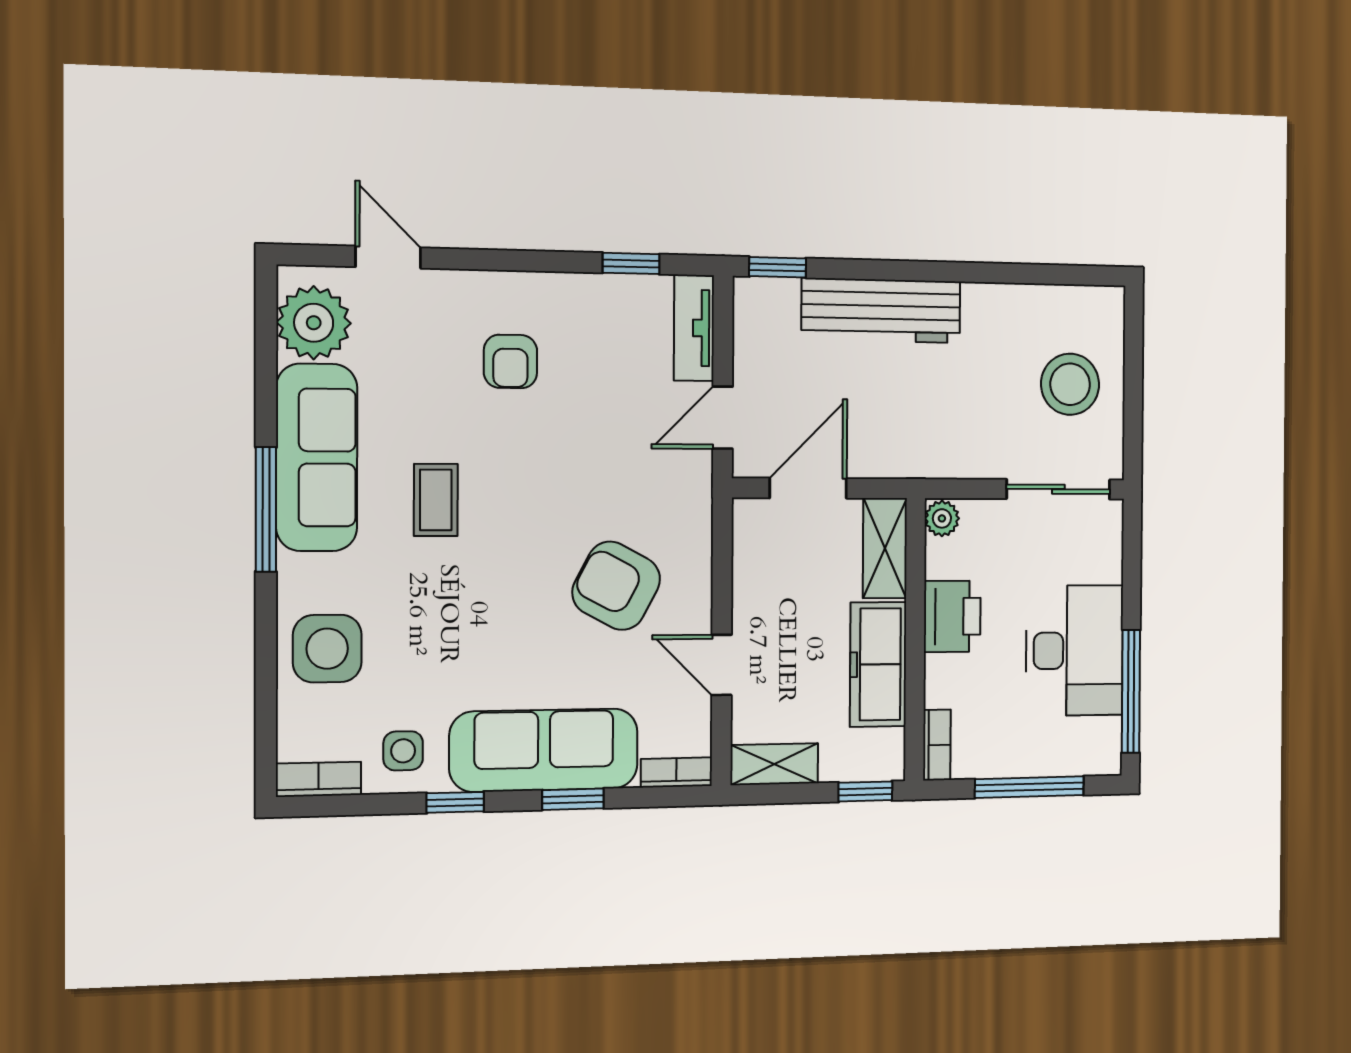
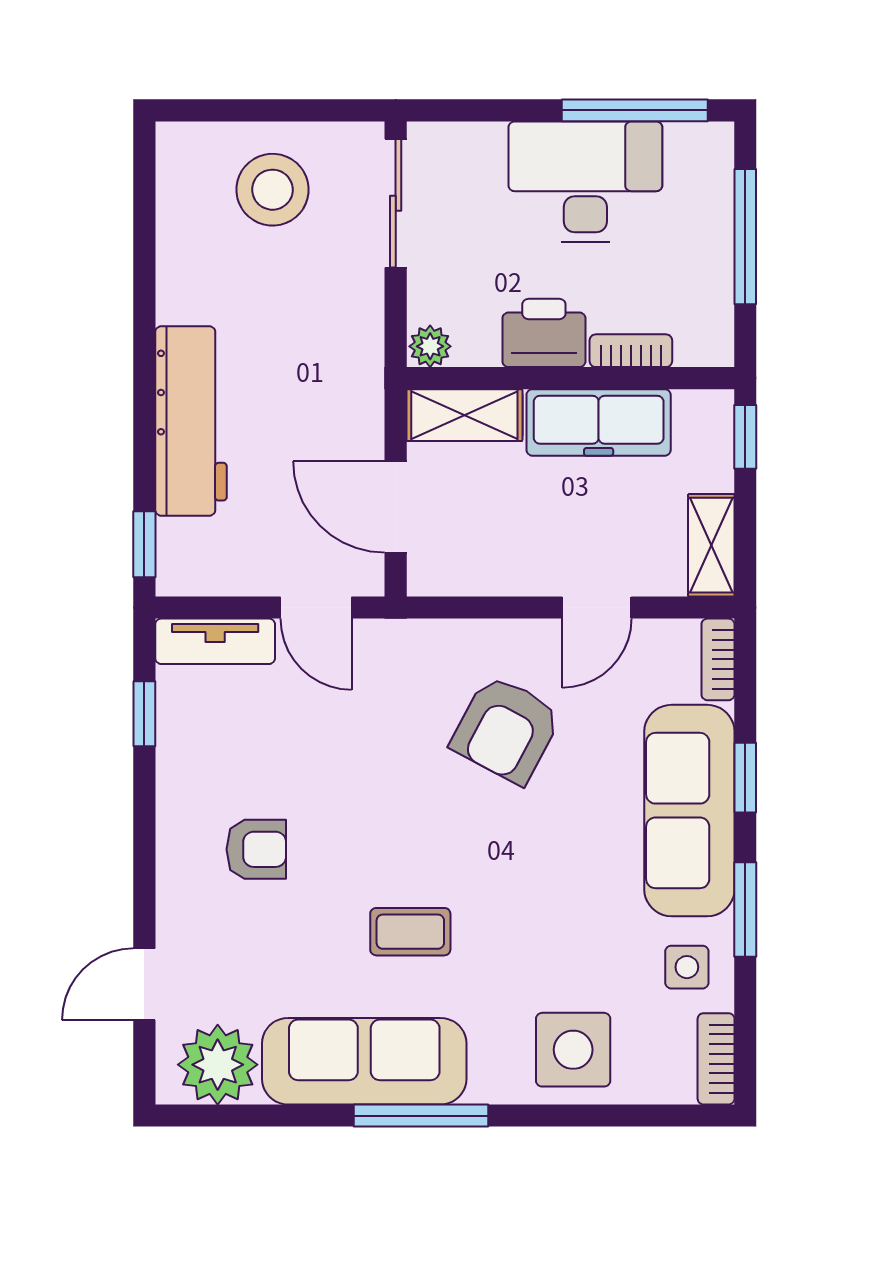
bookcase: (937, 745) -> (631, 351), moved
window: (455, 802) -> (745, 910), width x1.50

